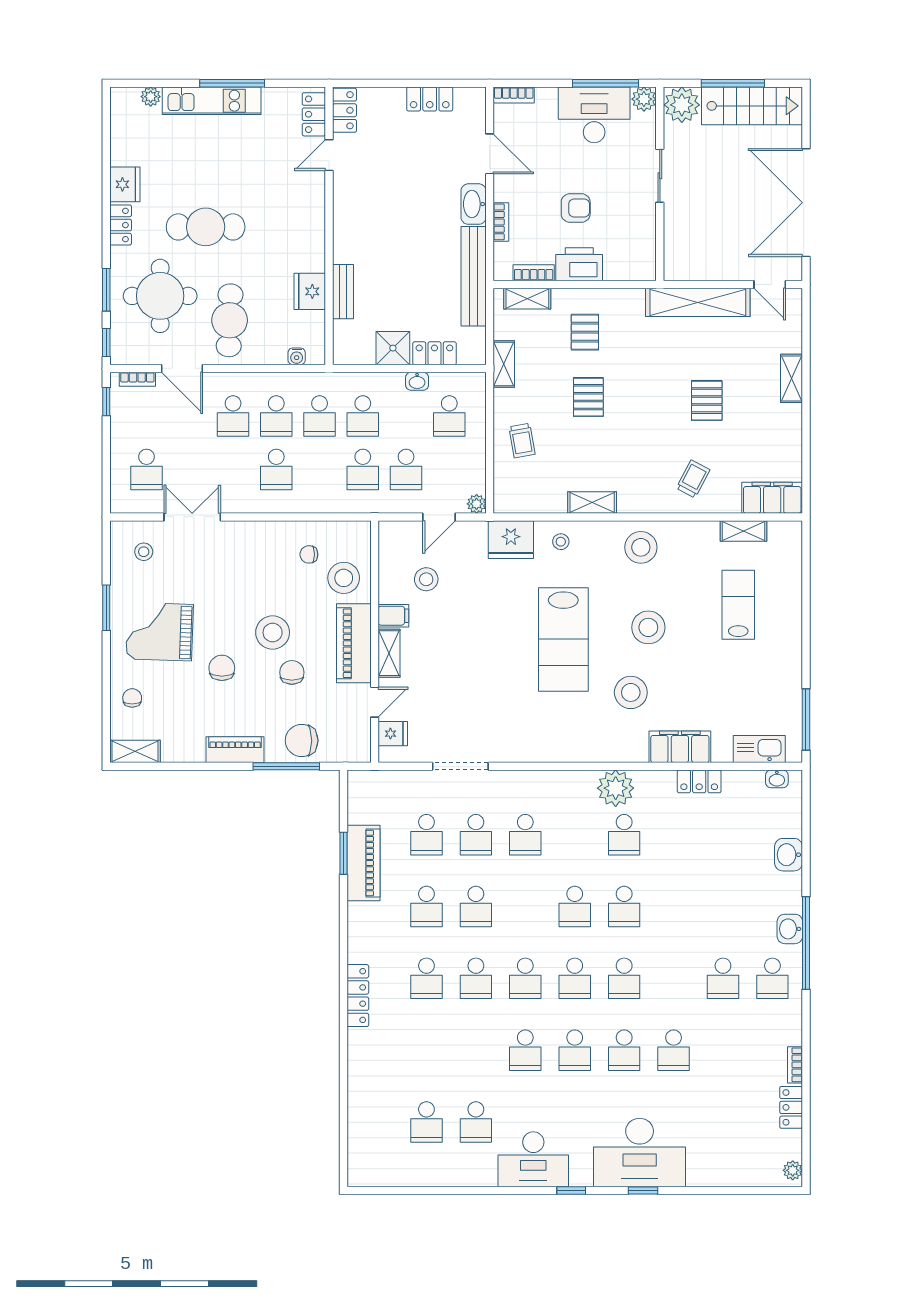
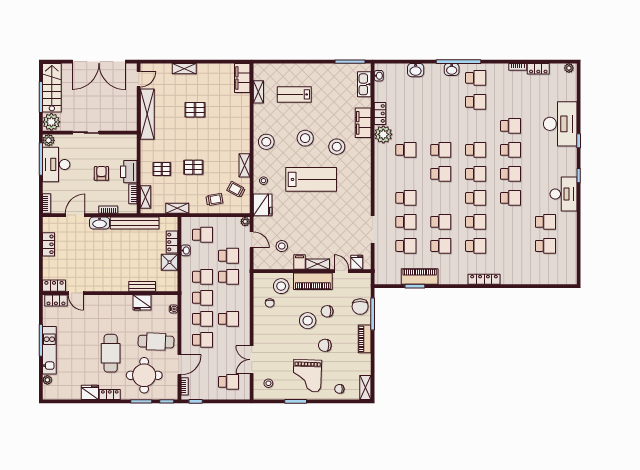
trolley: (693, 479) -> (236, 190), moved
plant: (616, 788) -> (383, 134), moved
desk: (640, 1152) -> (560, 124), moved

